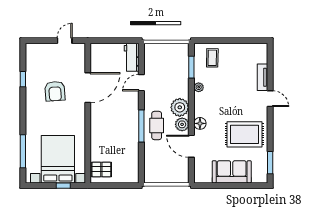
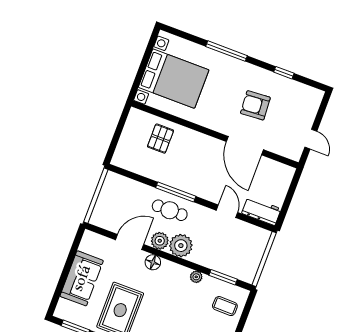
window: (23, 151) -> (227, 51), moved
pallet: (101, 169) -> (161, 139), moved
window: (63, 186) -> (140, 73), removed

